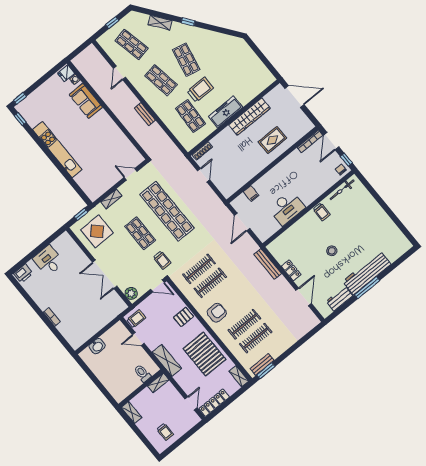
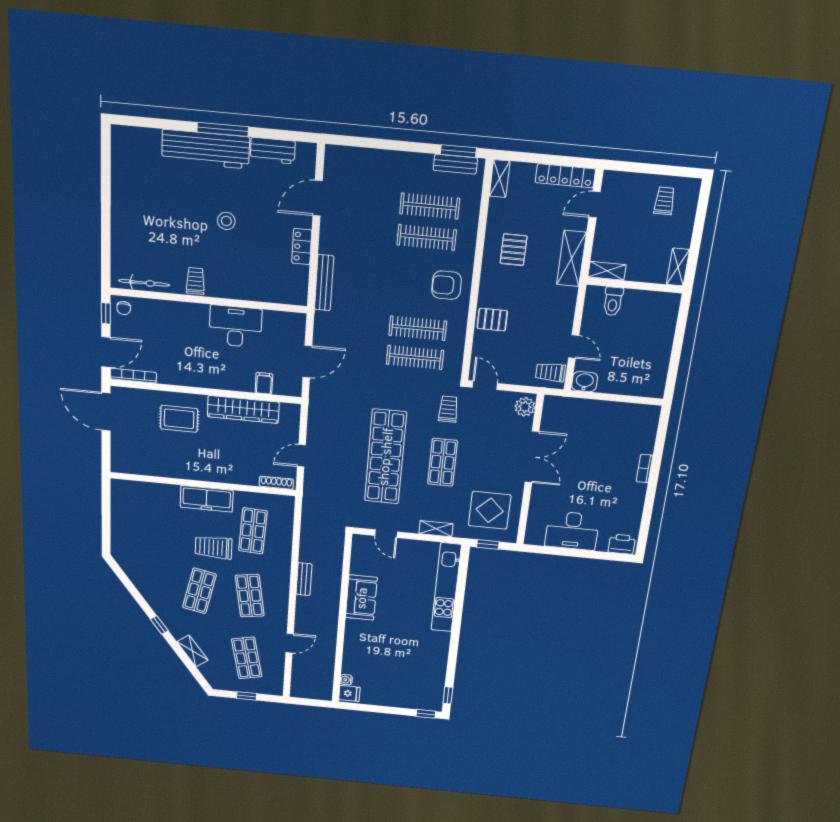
door: (294, 97) -> (106, 412), moved
sofa: (86, 101) -> (361, 598), moved
wardrobe: (249, 117) -> (243, 409), moved, turned 180
kitchen unit: (57, 150) -> (446, 588), moved
desk: (48, 261) -> (572, 531), width x1.37
washbasin: (97, 346) -> (585, 382), moved
pallet: (204, 354) -> (514, 250), width x0.49, depth x0.50
shelving: (167, 360) -> (571, 258), moved

